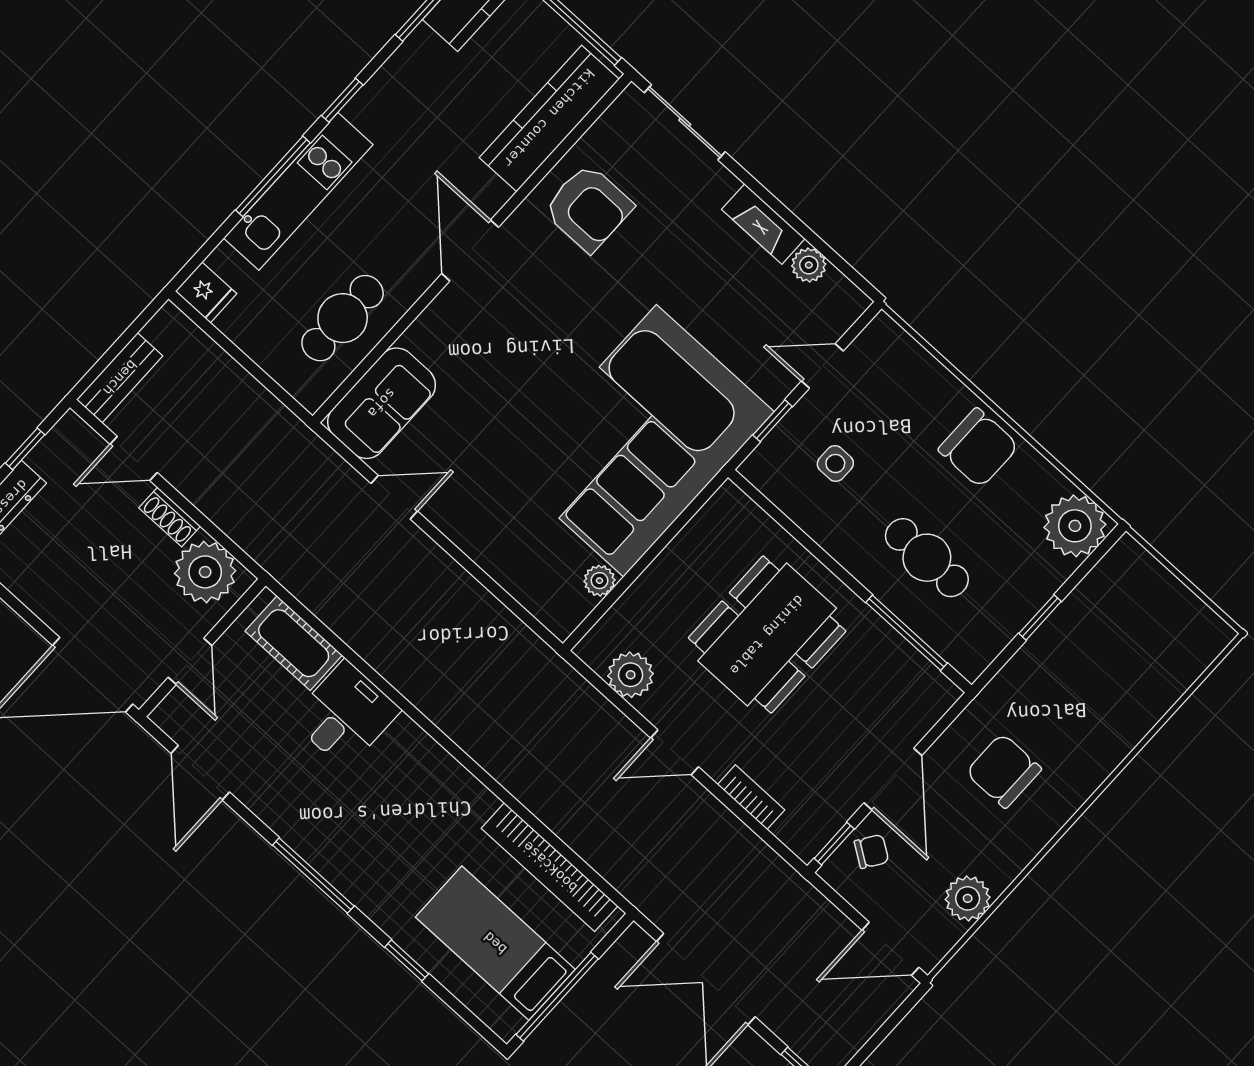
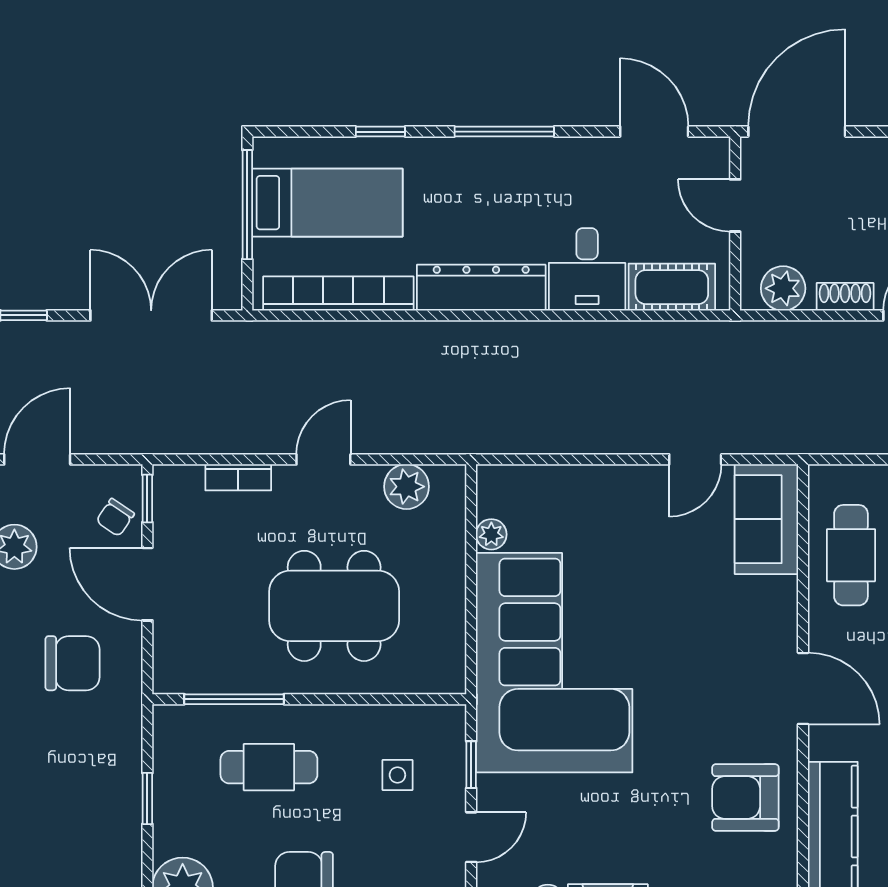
plant: (205, 572) -> (783, 288), width x0.73, depth x0.73
dining table: (767, 635) -> (334, 606), turned 90
dresser: (438, 774) -> (481, 288), added

